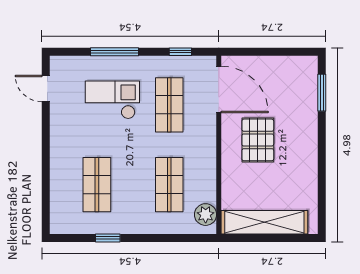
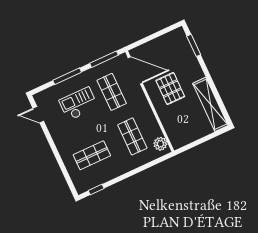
window: (180, 52) -> (104, 59), width x2.17
shop shelf: (97, 185) -> (92, 155), turned 90
shelving: (264, 222) -> (210, 104), moved, turned 90
window: (108, 238) -> (96, 190), moved

